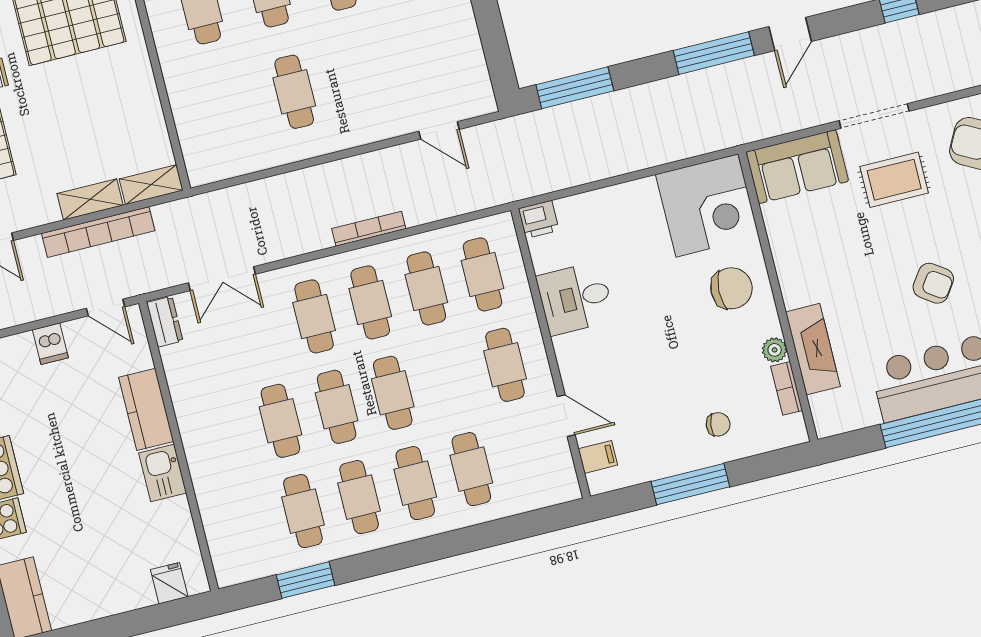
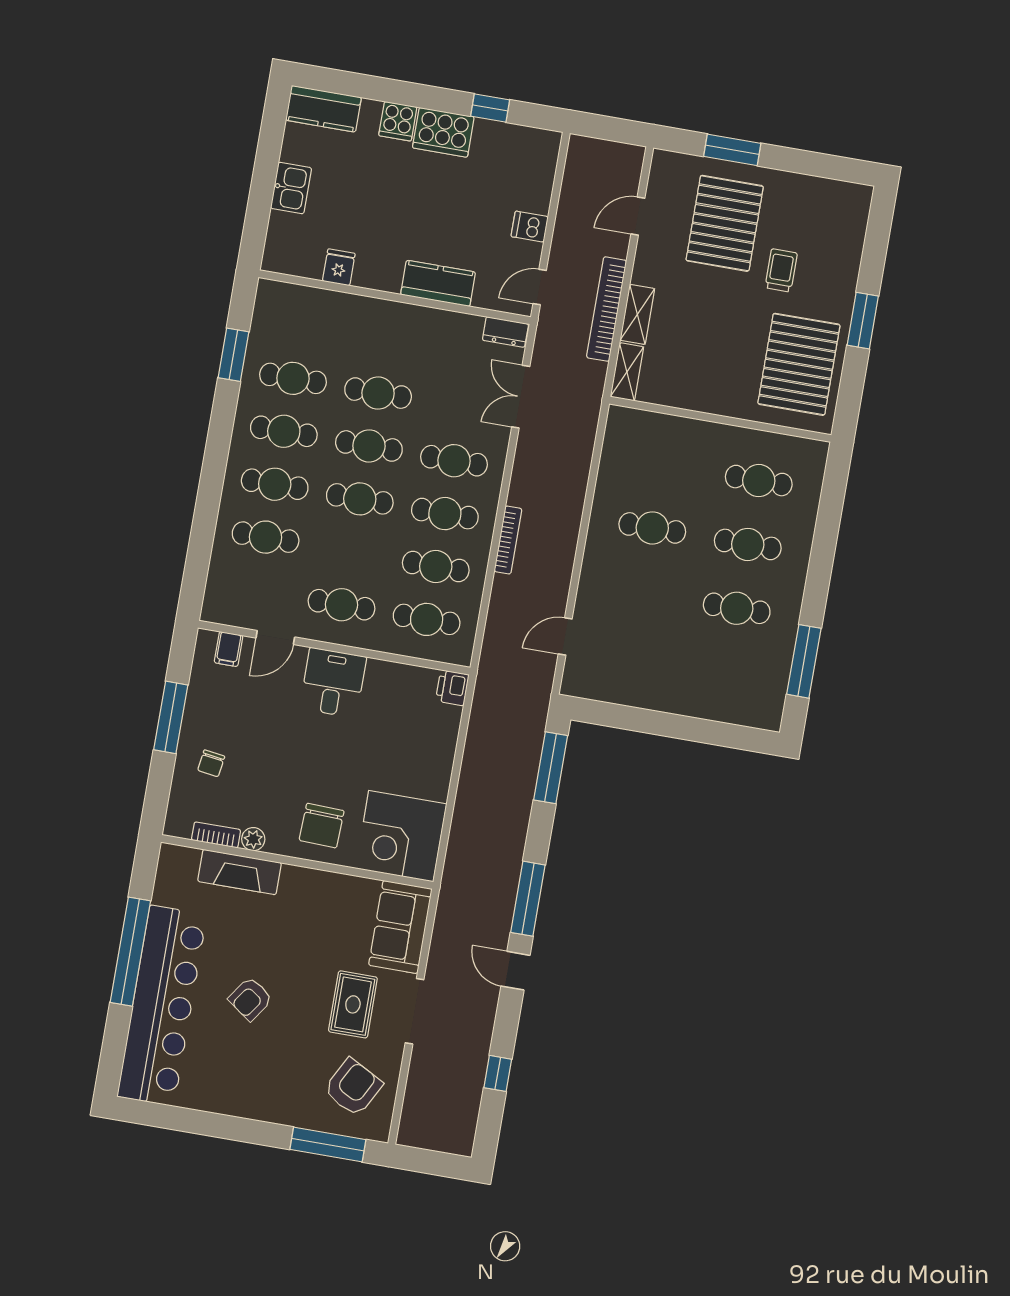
desk: (575, 298) -> (333, 683), moved
kitchen sink: (163, 473) -> (291, 188), moved, turned 90
fridge: (169, 583) -> (339, 267), moved, turned -90

